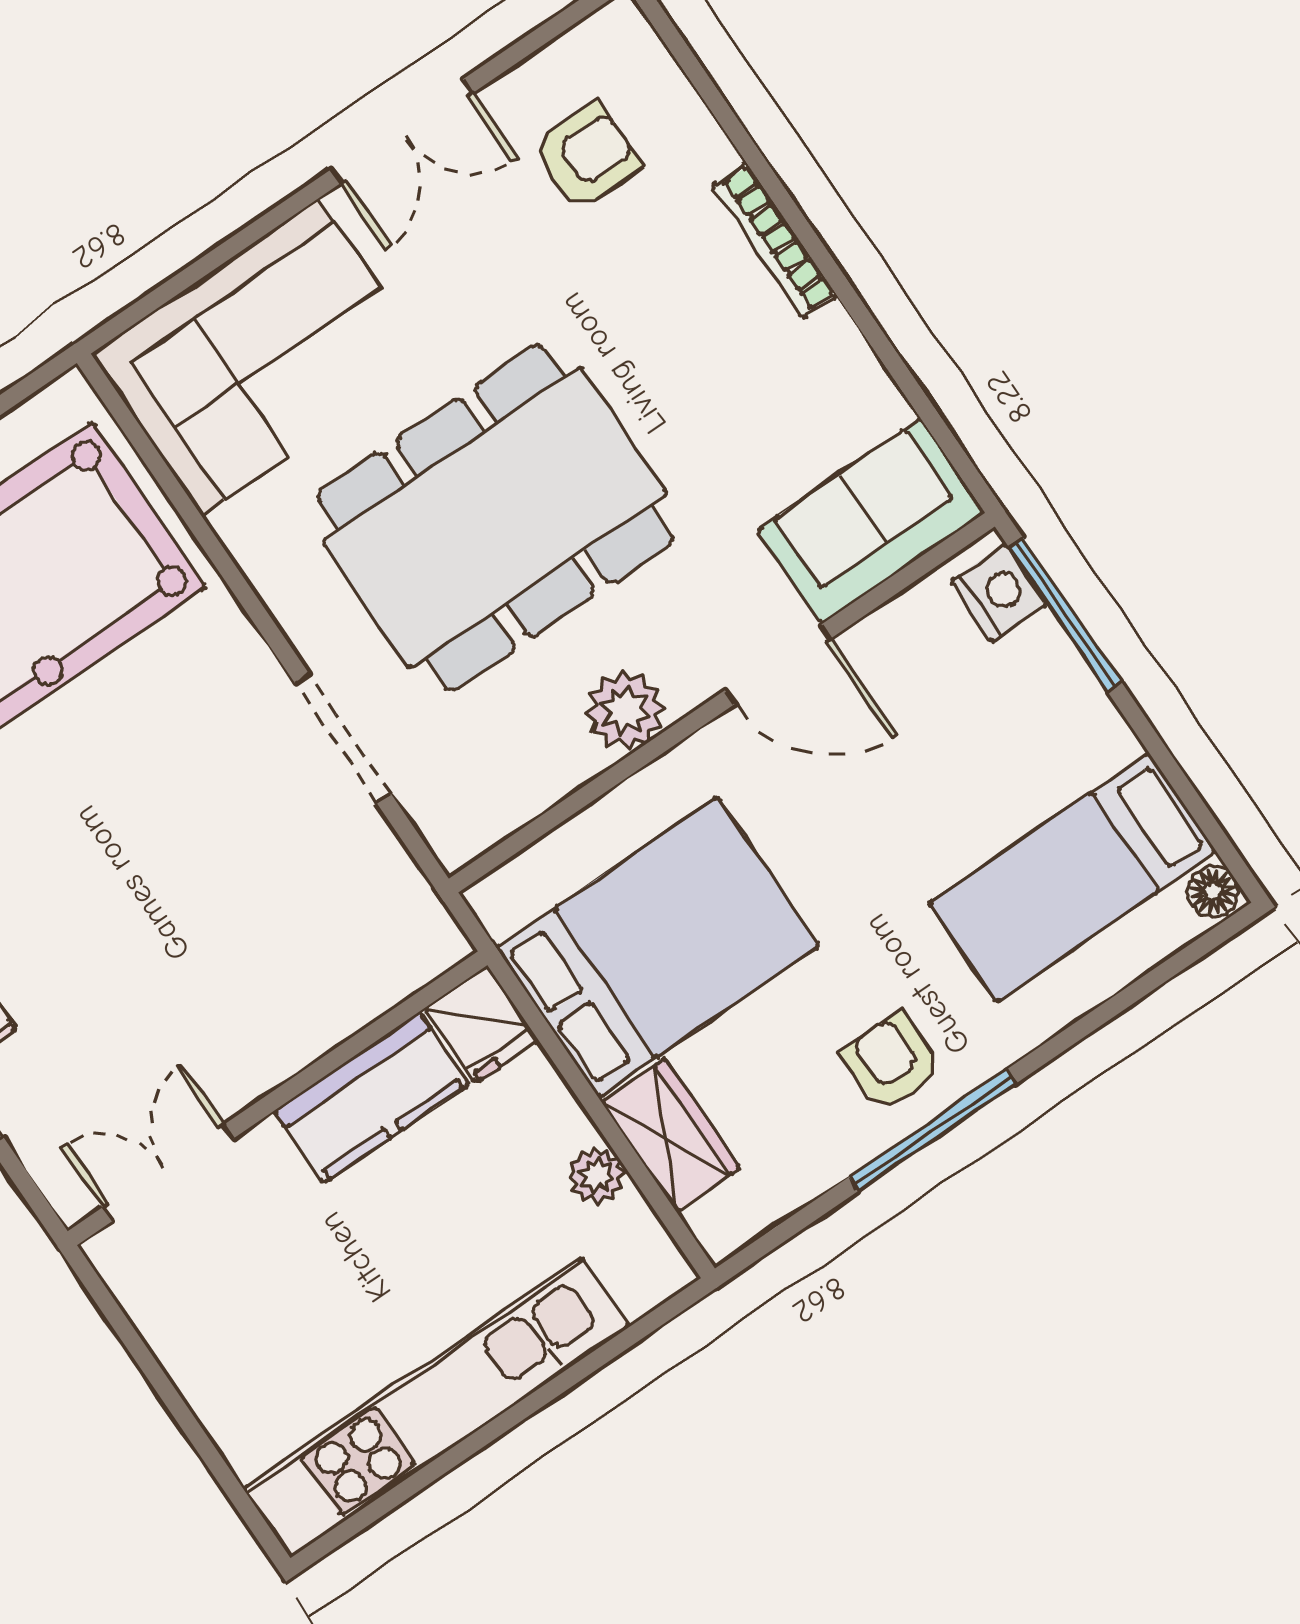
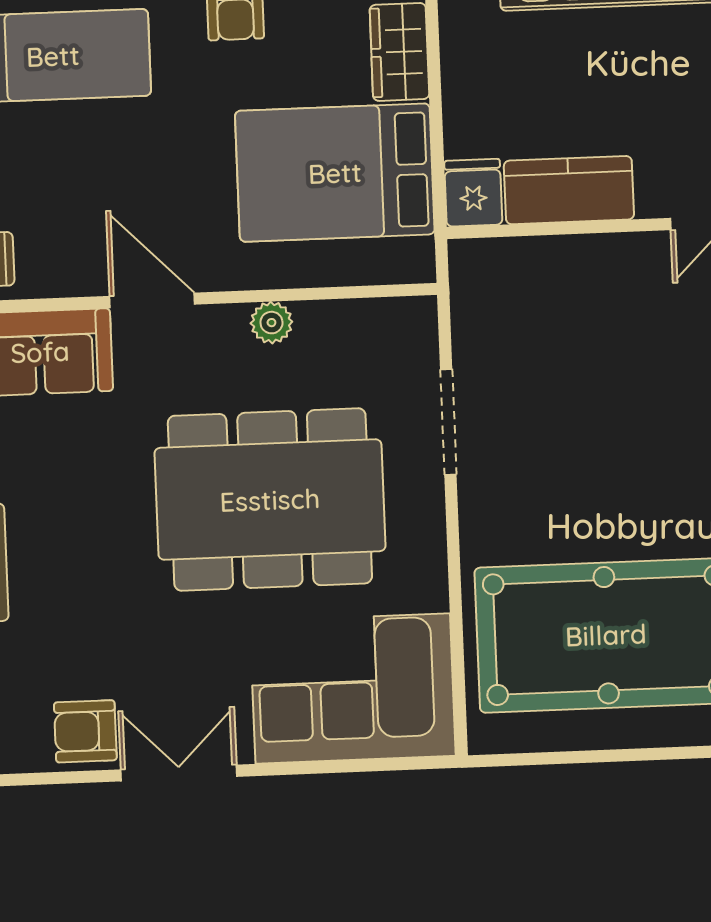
armchair: (586, 156) -> (85, 731), moved
plant: (625, 710) -> (271, 323), width x0.73, depth x0.73
plant: (597, 1175) -> (460, 56), removed

